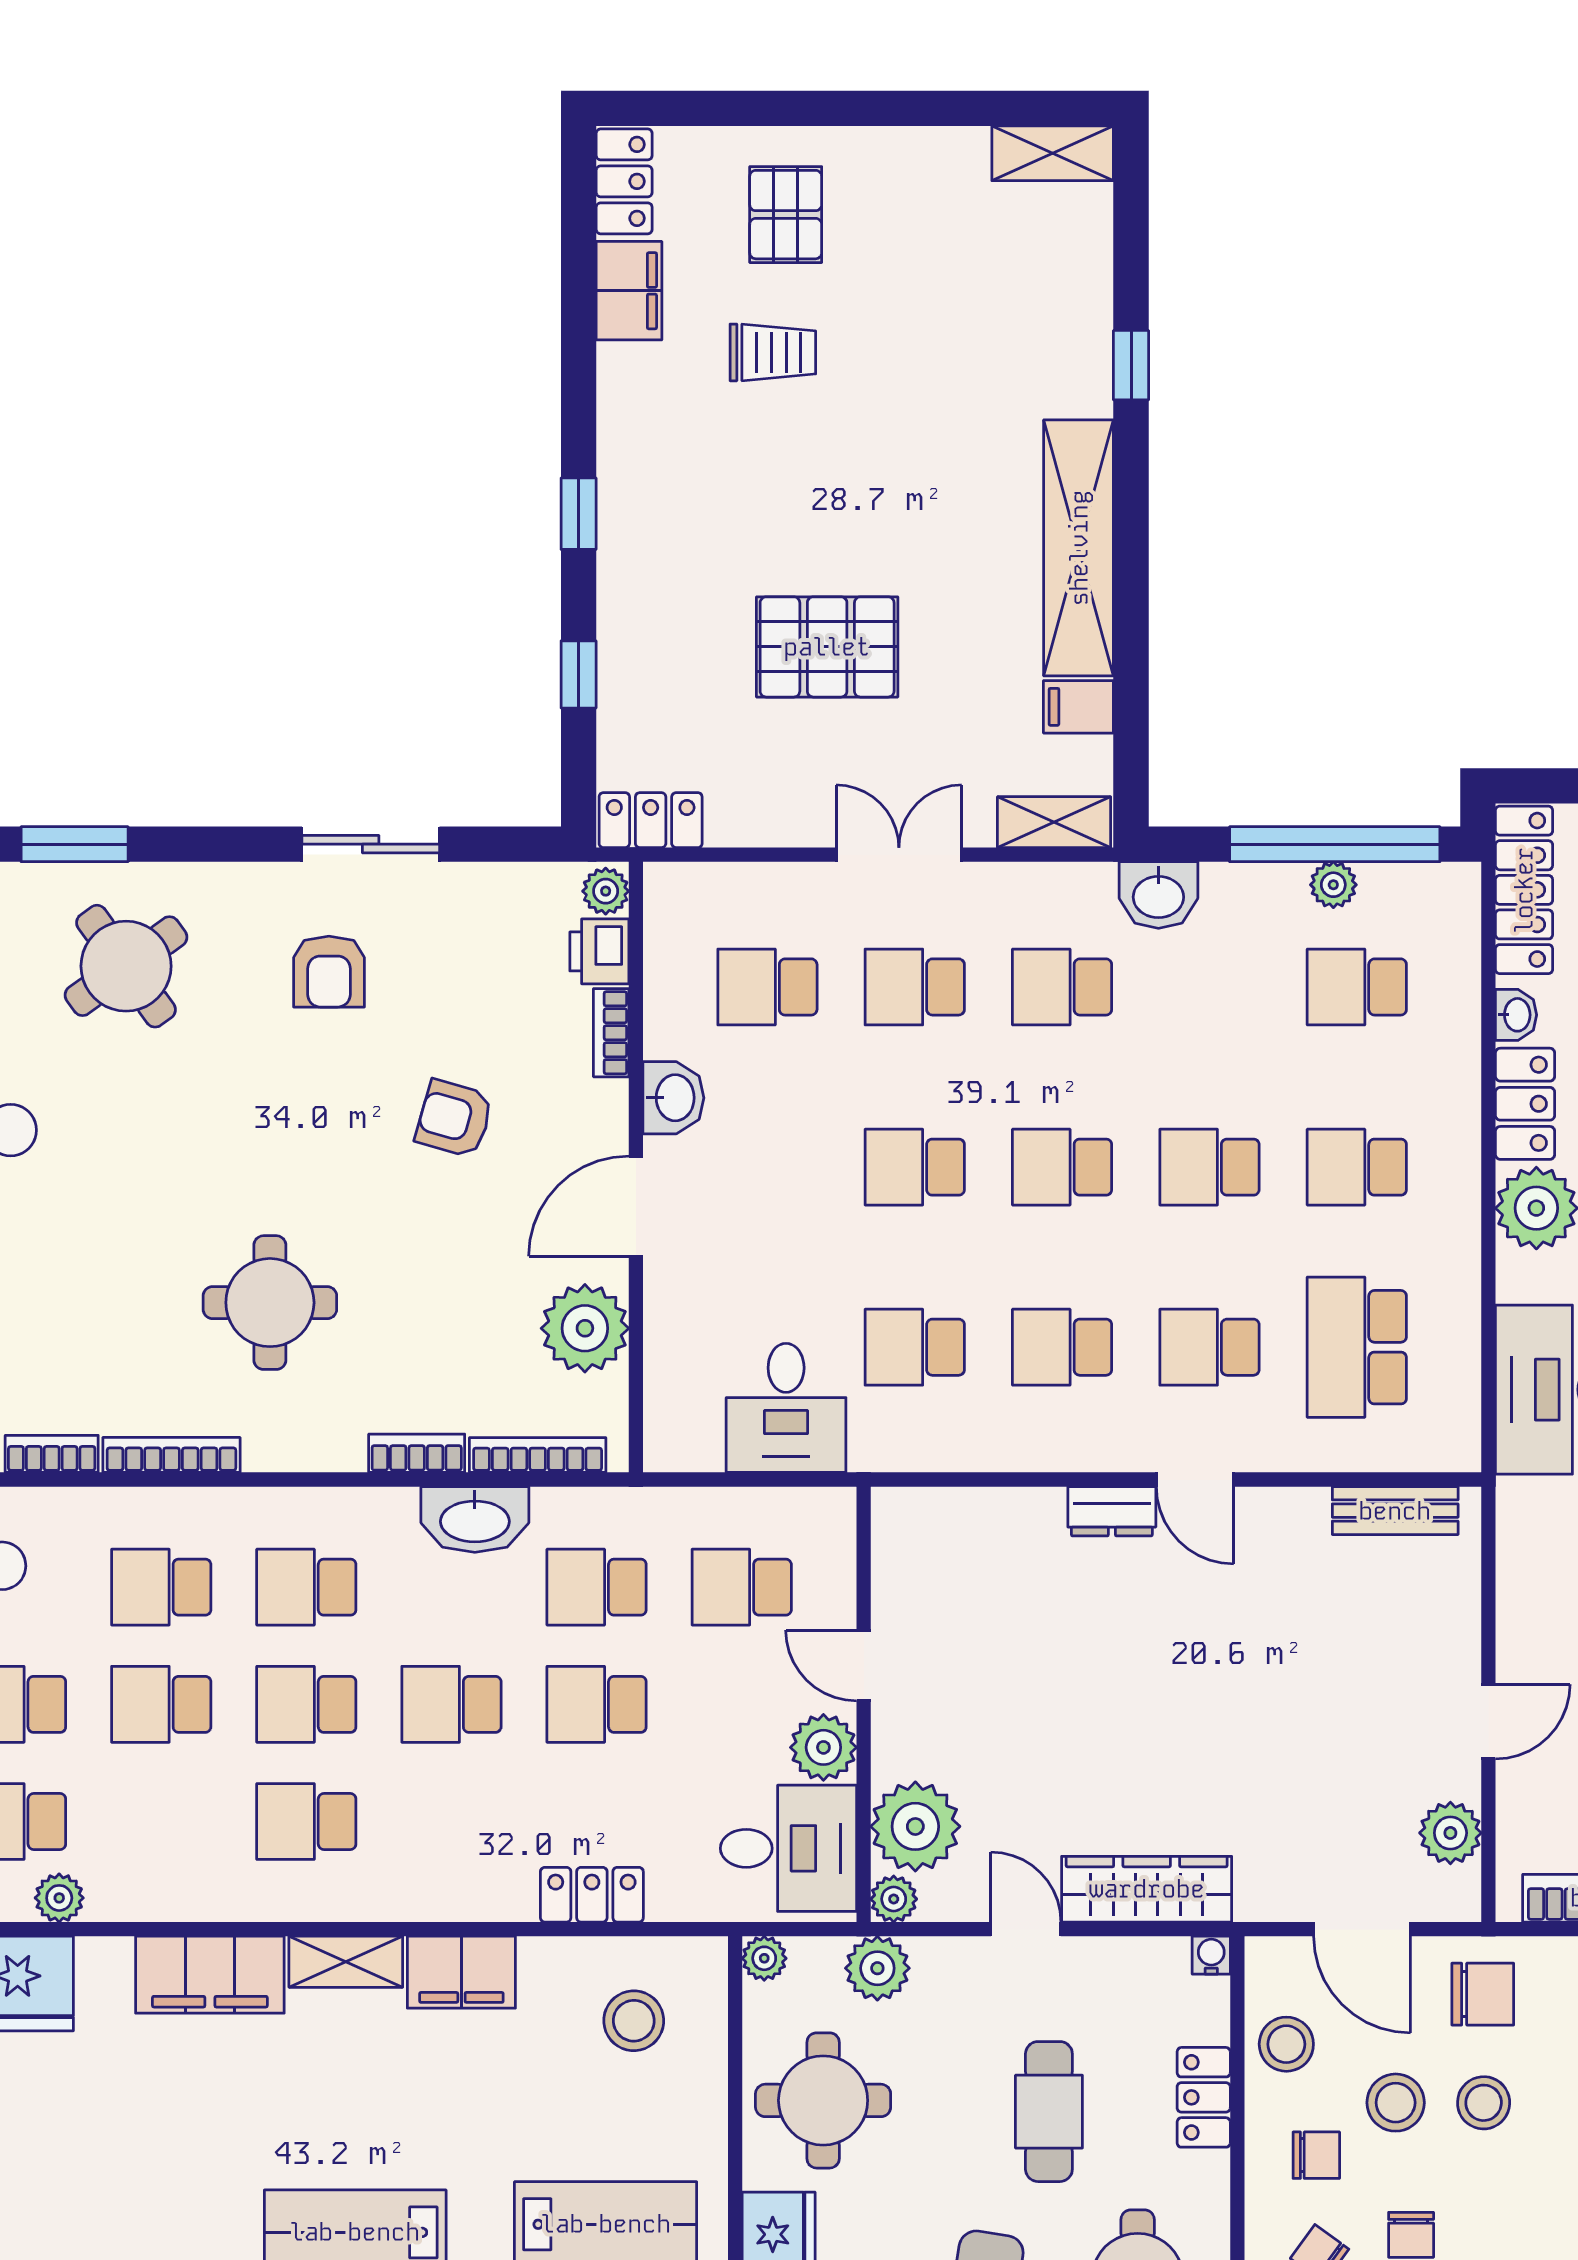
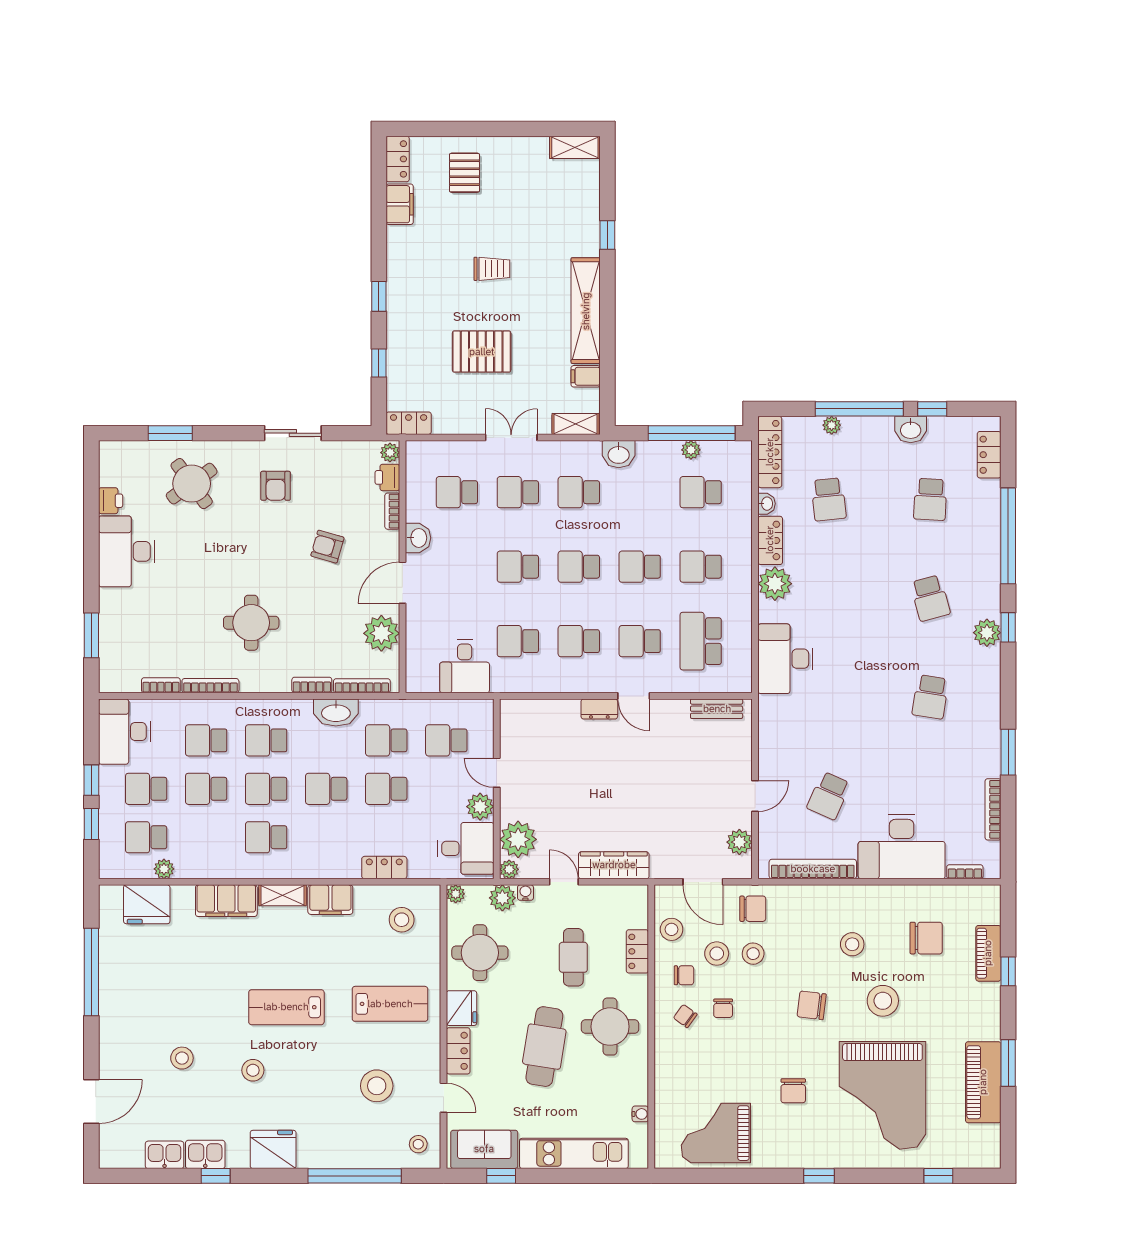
trolley: (773, 352) -> (492, 269), moved
water cooler: (1211, 1955) -> (525, 893), moved

